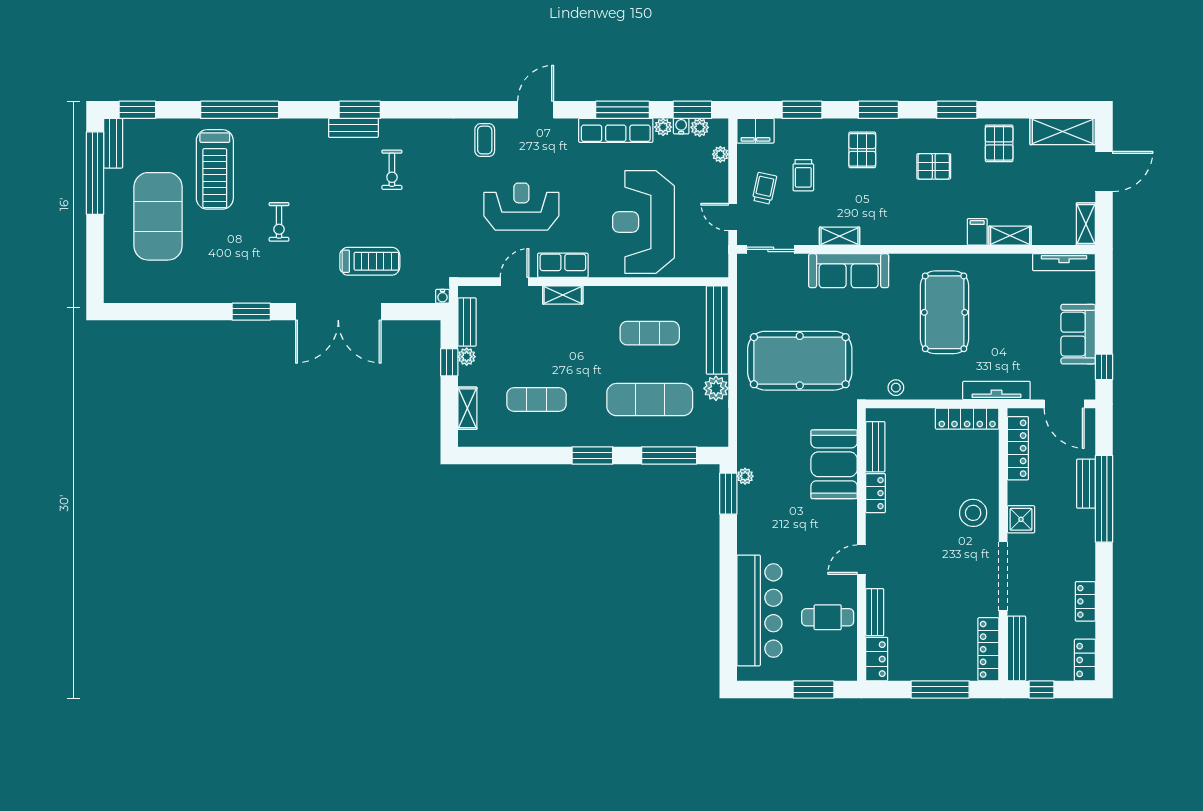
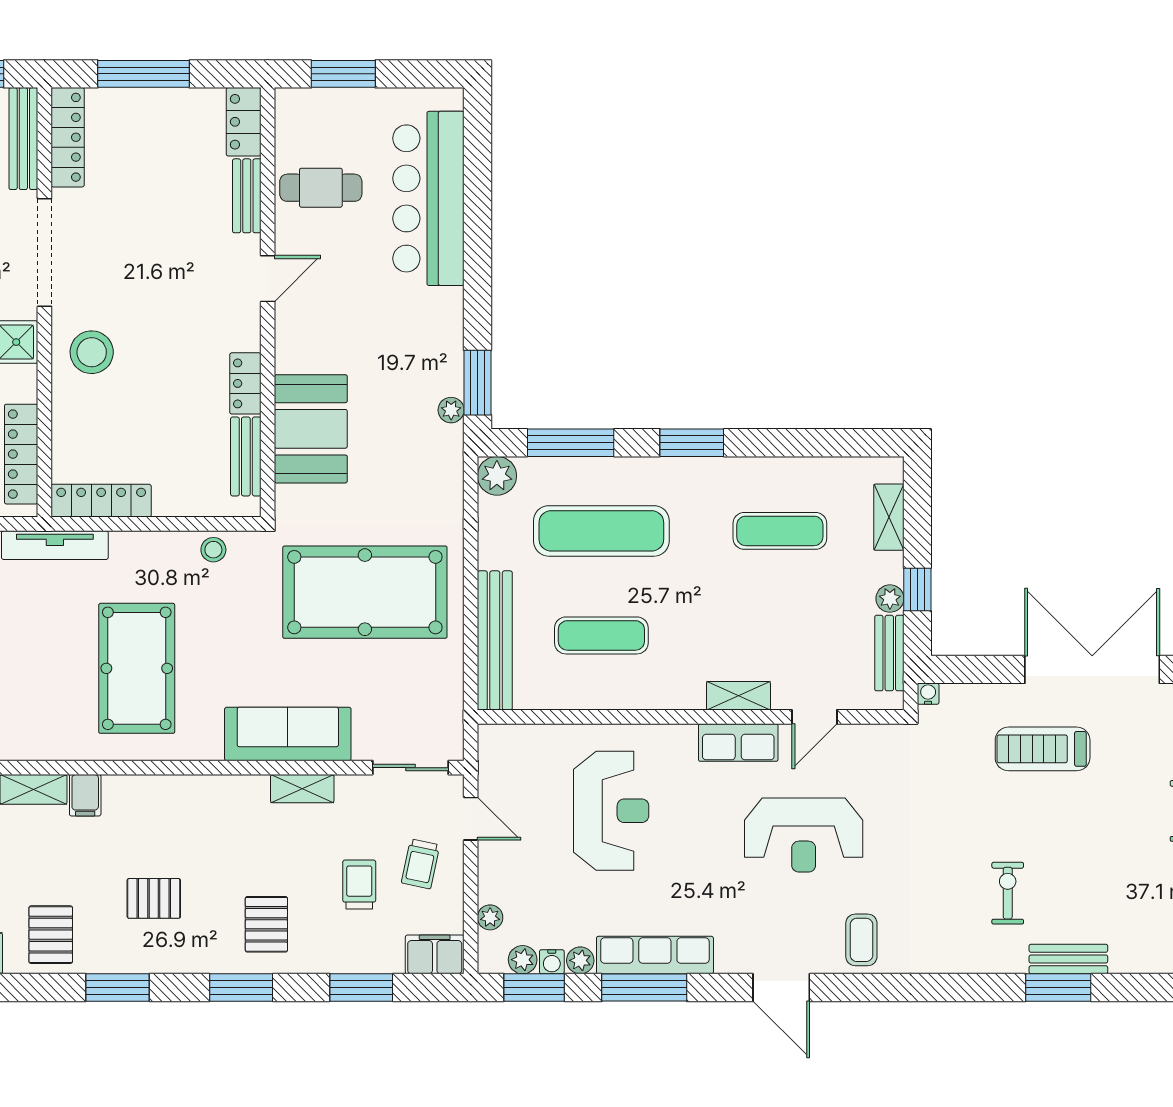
door: (536, 110) -> (781, 987), hinge flipped
reception desk: (643, 222) -> (611, 811), width x0.74, depth x0.77
plant: (716, 388) -> (497, 476), moved

